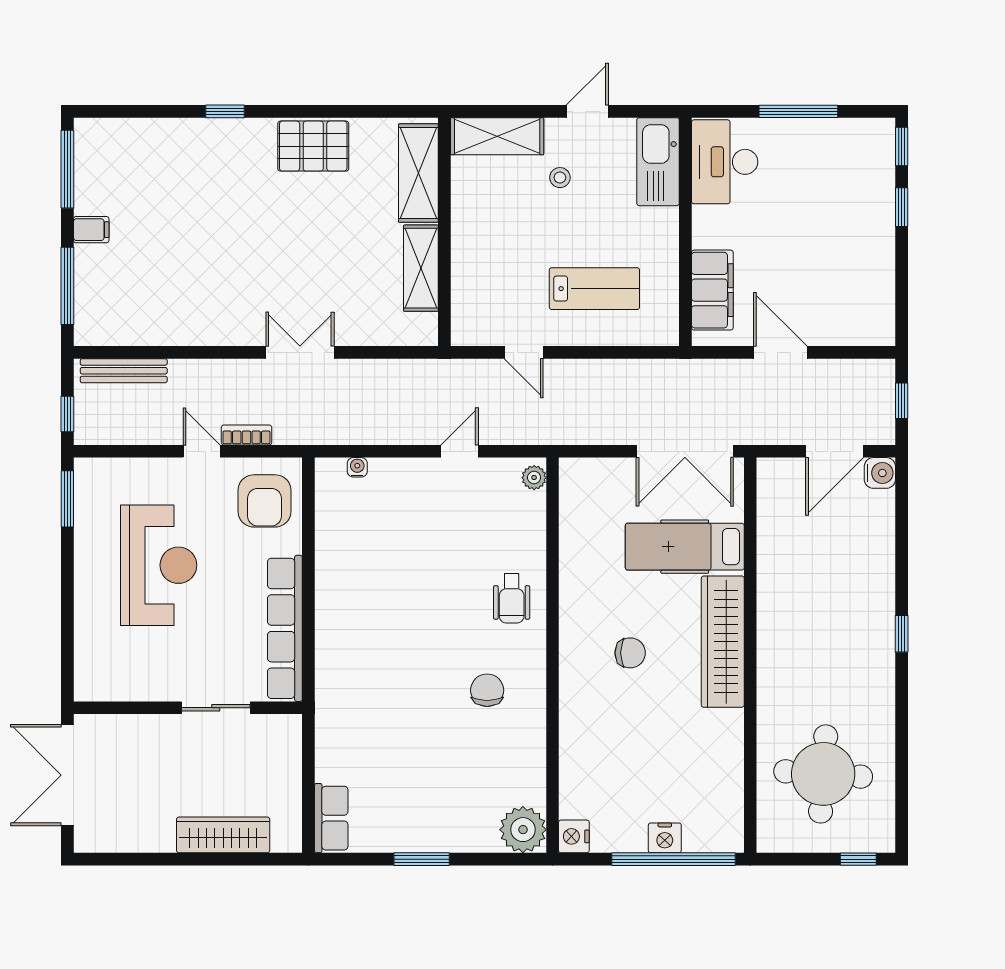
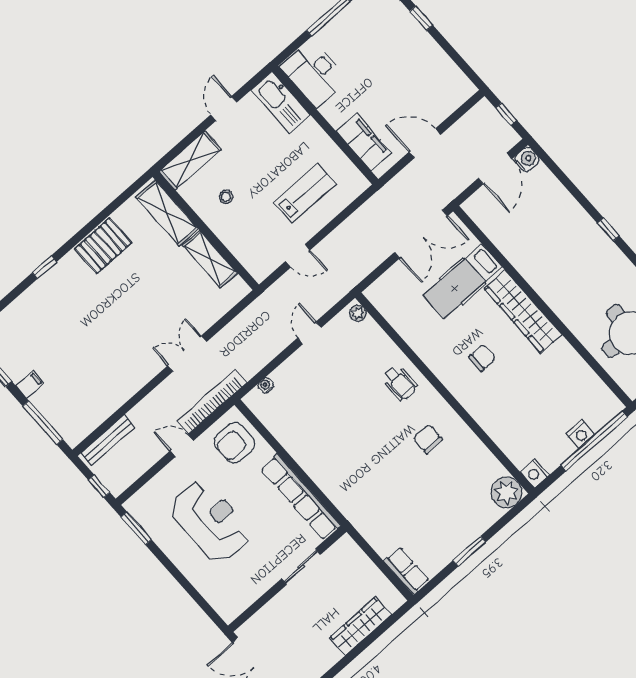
stool: (560, 178) -> (226, 197), moved
bookcase: (246, 435) -> (212, 402), width x2.31, depth x1.31
armchair: (264, 501) -> (235, 443), turned 90

